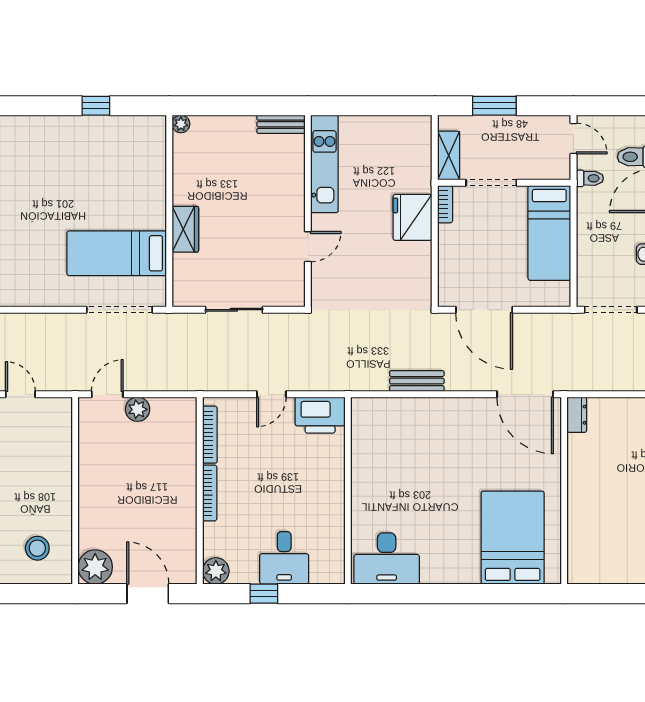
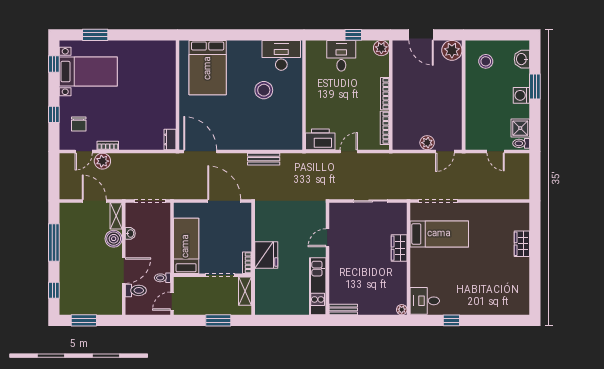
desk: (142, 139) -> (425, 301), added
door: (573, 139) -> (172, 301), hinge flipped
stool: (417, 499) -> (264, 90), added

